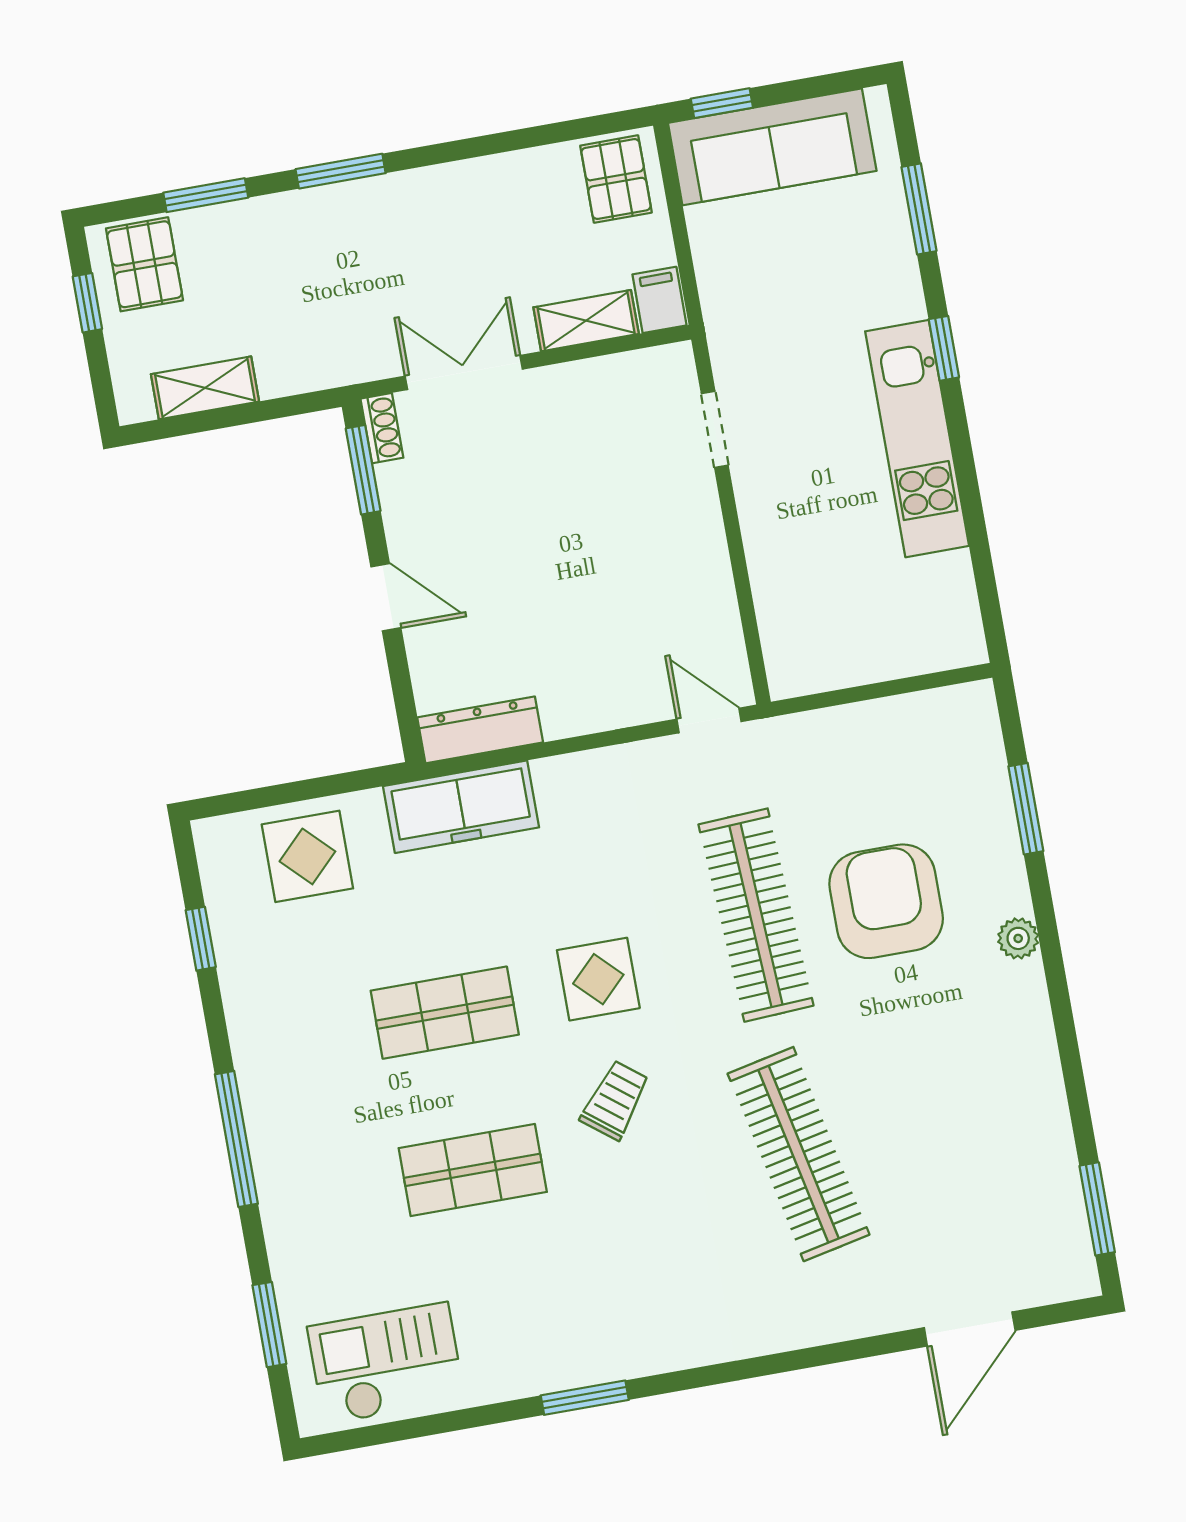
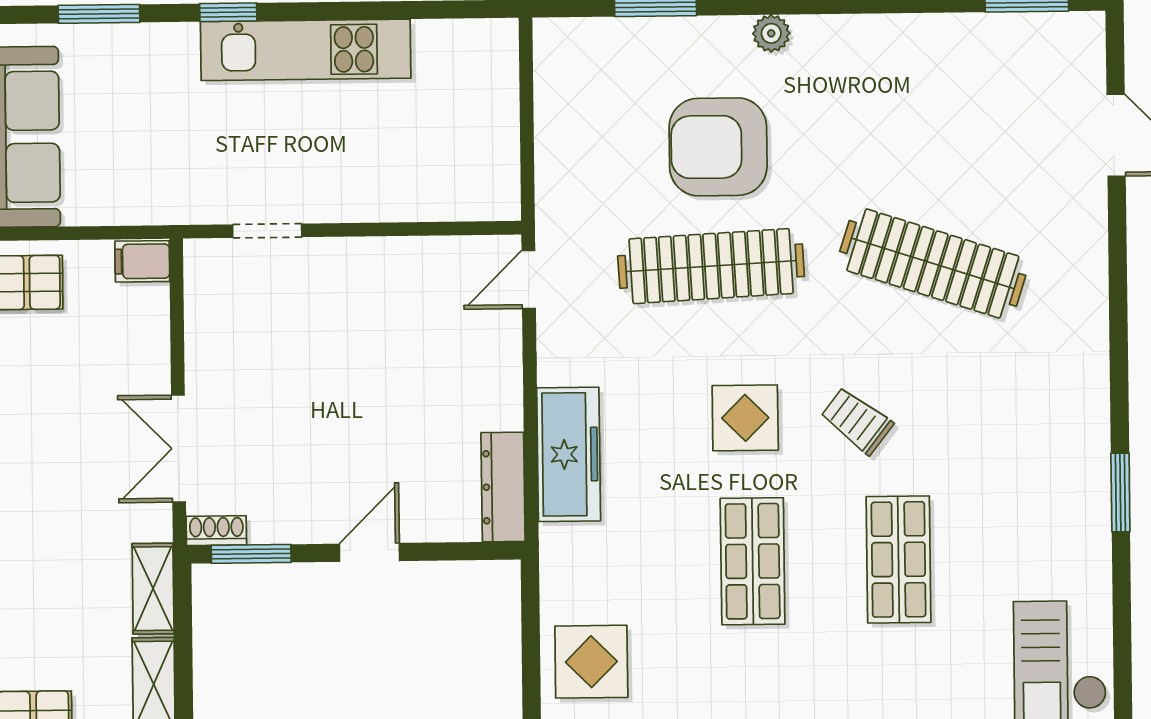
shelving: (586, 321) -> (153, 589), moved
freezer: (461, 807) -> (569, 454), moved
clothes rail: (799, 1154) -> (933, 263), turned 30

